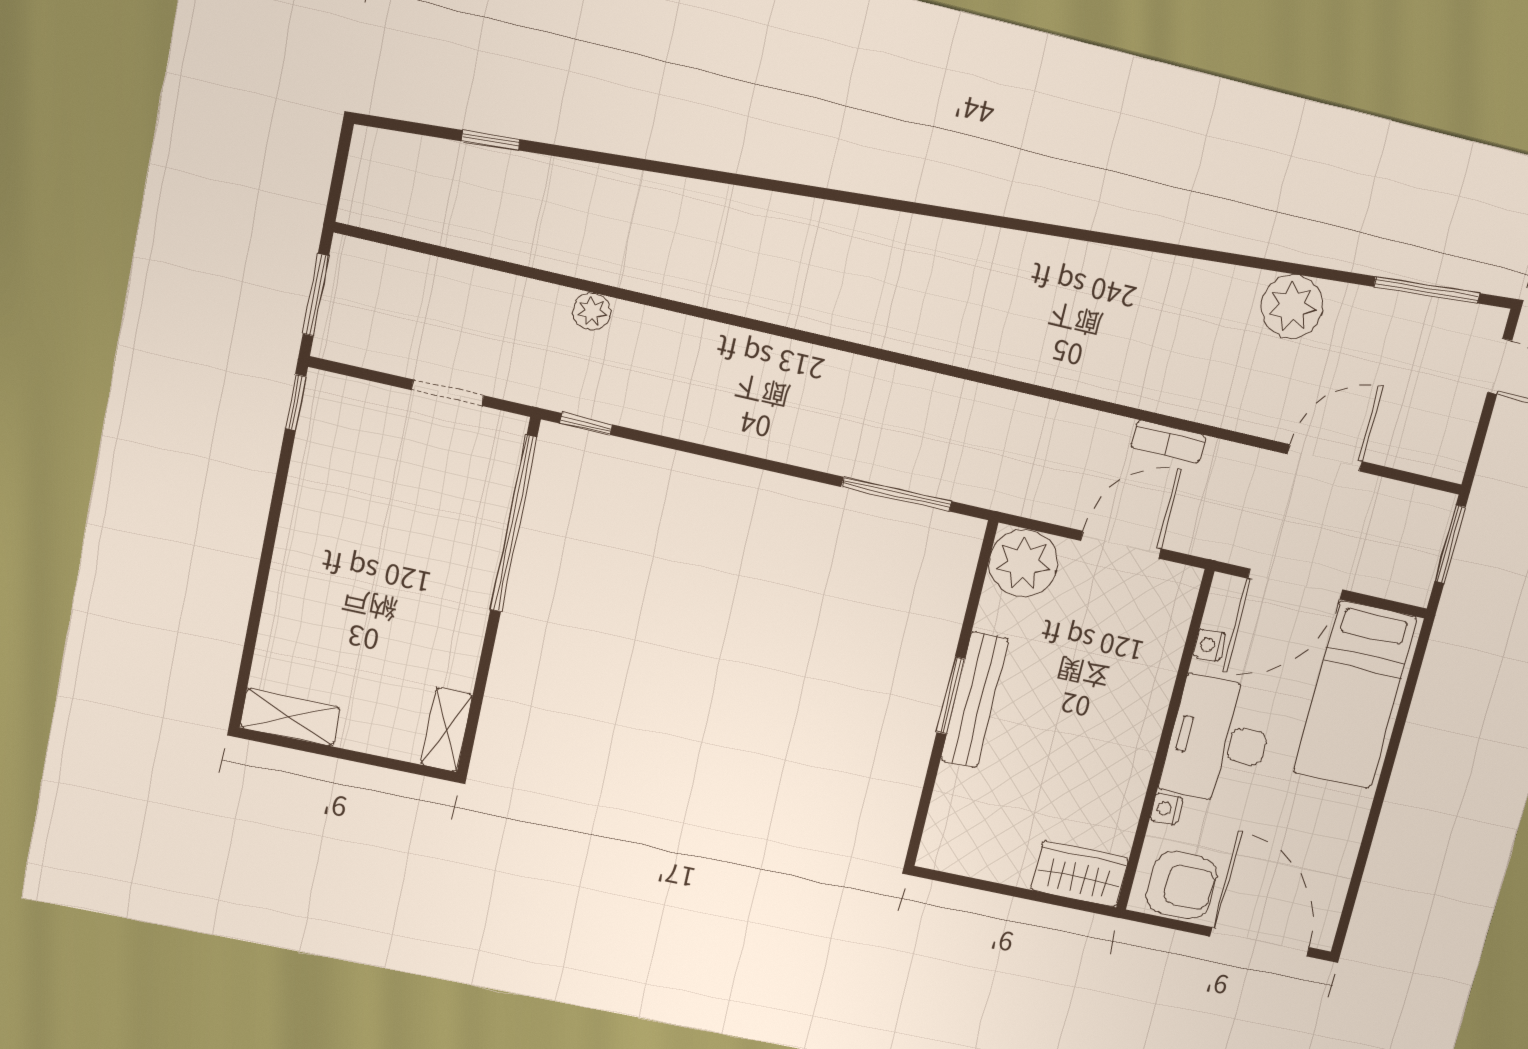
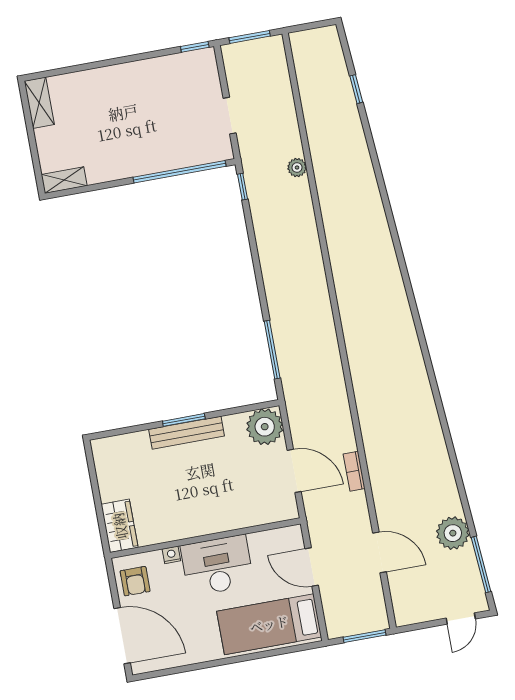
plant: (1292, 306) -> (453, 533), moved
door: (1295, 584) -> (312, 567), width x0.73
nightstand: (1209, 645) -> (263, 538), removed
armchair: (1182, 885) -> (135, 581), width x0.72, depth x0.72
door: (1260, 942) -> (122, 636), hinge flipped

